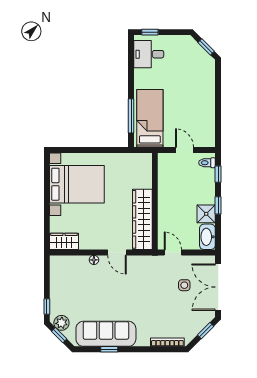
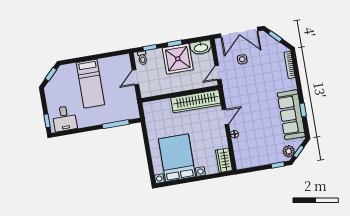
bed: (150, 118) -> (90, 84), moved, turned -90
shower: (206, 214) -> (178, 59), width x1.86, depth x1.86

